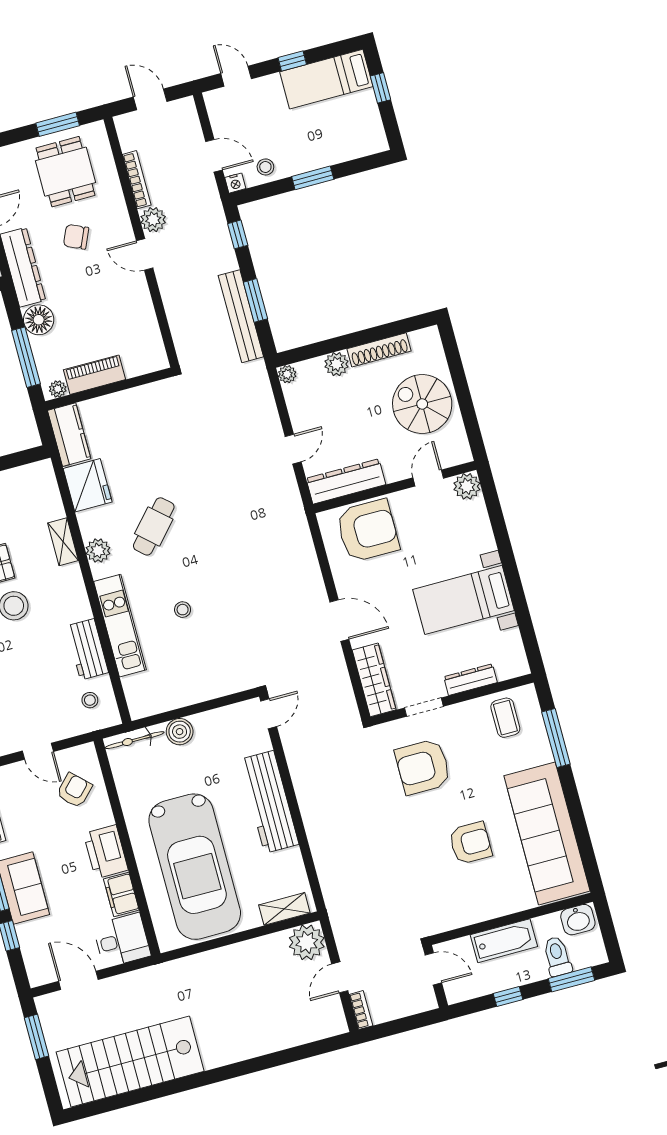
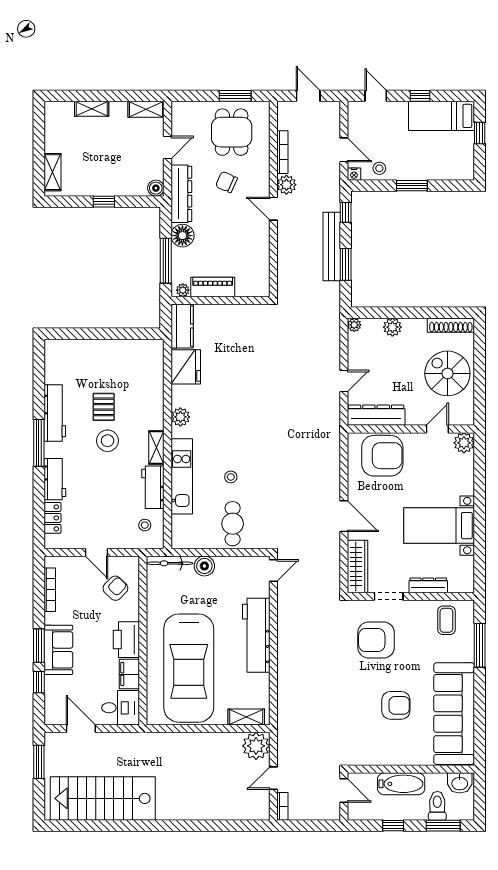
bench: (241, 316) -> (332, 247), moved
shoe rack: (379, 350) -> (451, 325), moved
cafe table: (154, 526) -> (233, 524), moved, turned -42
shelving: (63, 542) -> (156, 448), moved

